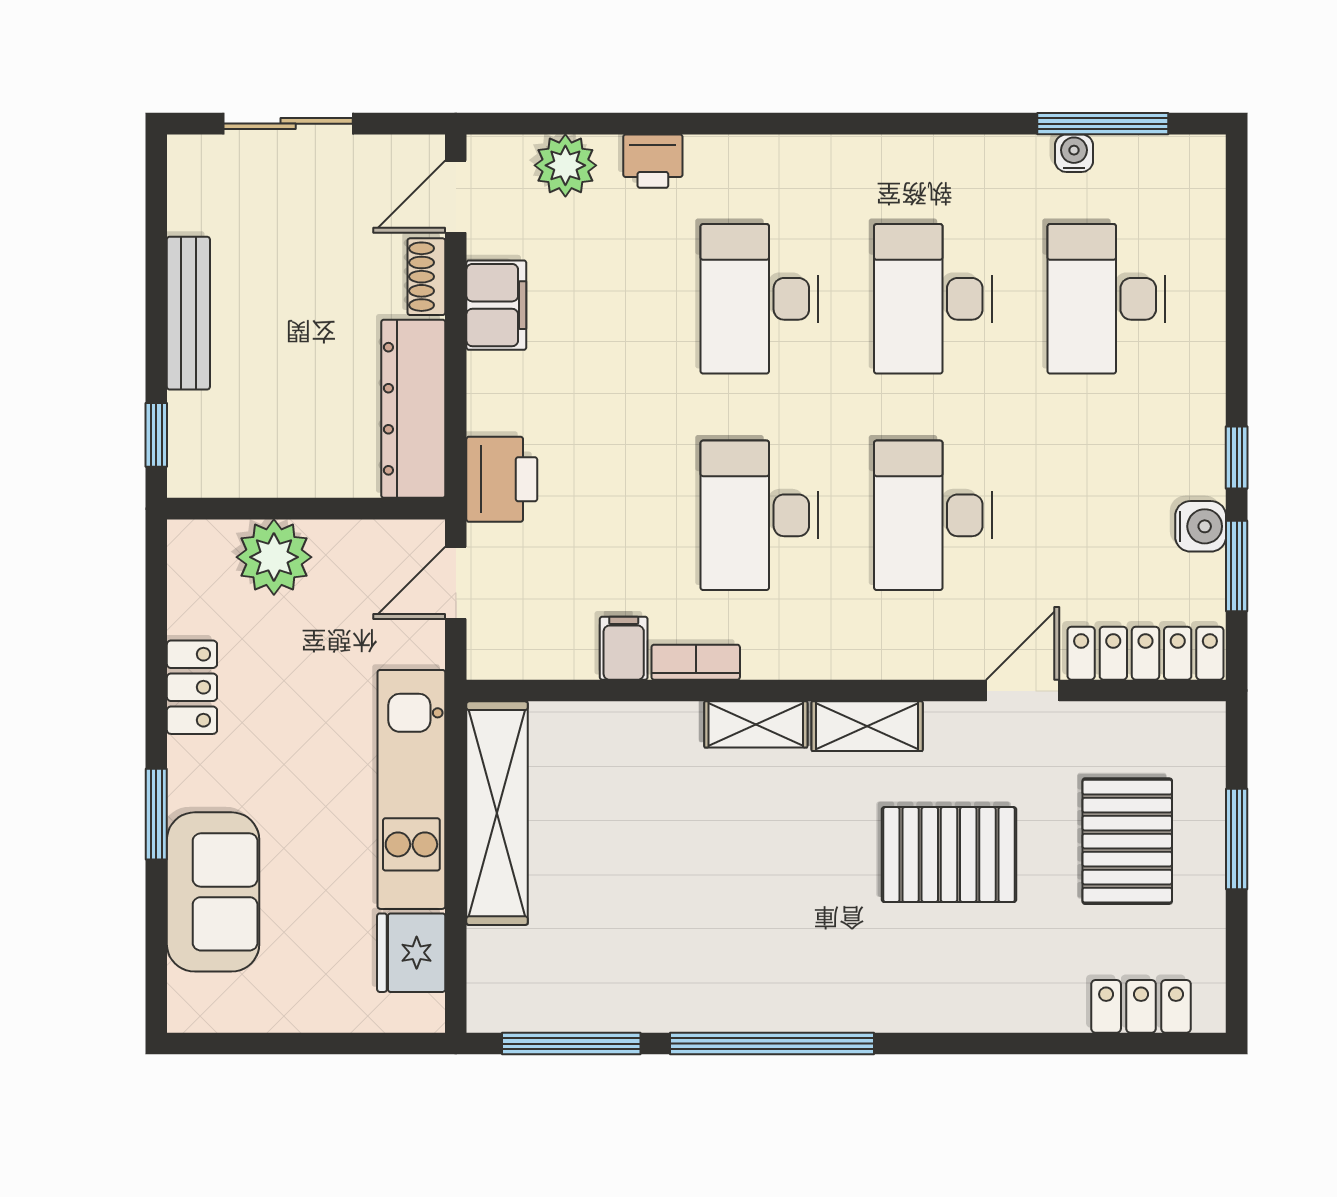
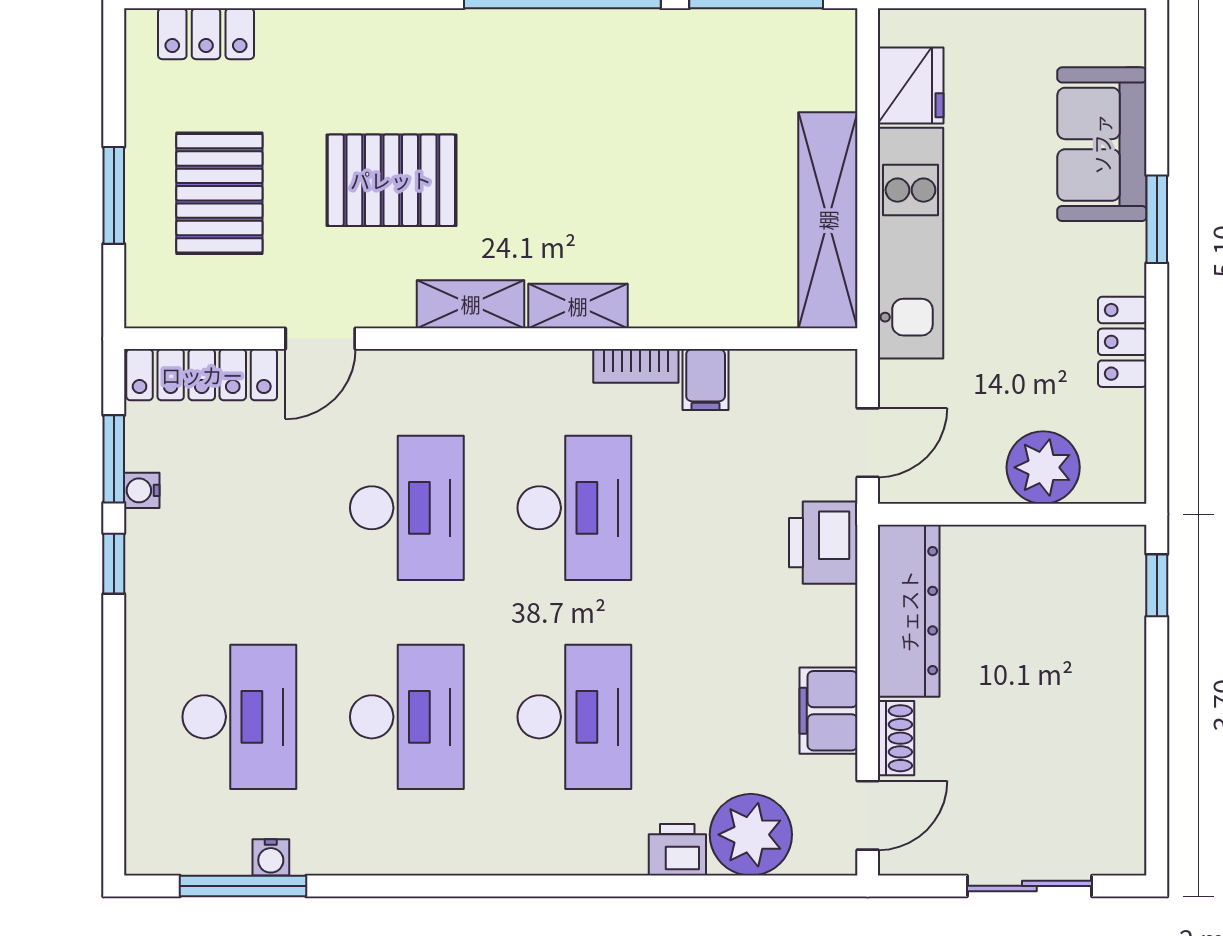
plant: (565, 165) -> (751, 835), width x1.36, depth x1.36
bench: (188, 313) -> (1126, 703), removed
water cooler: (1201, 526) -> (142, 490), width x0.72, depth x0.72

